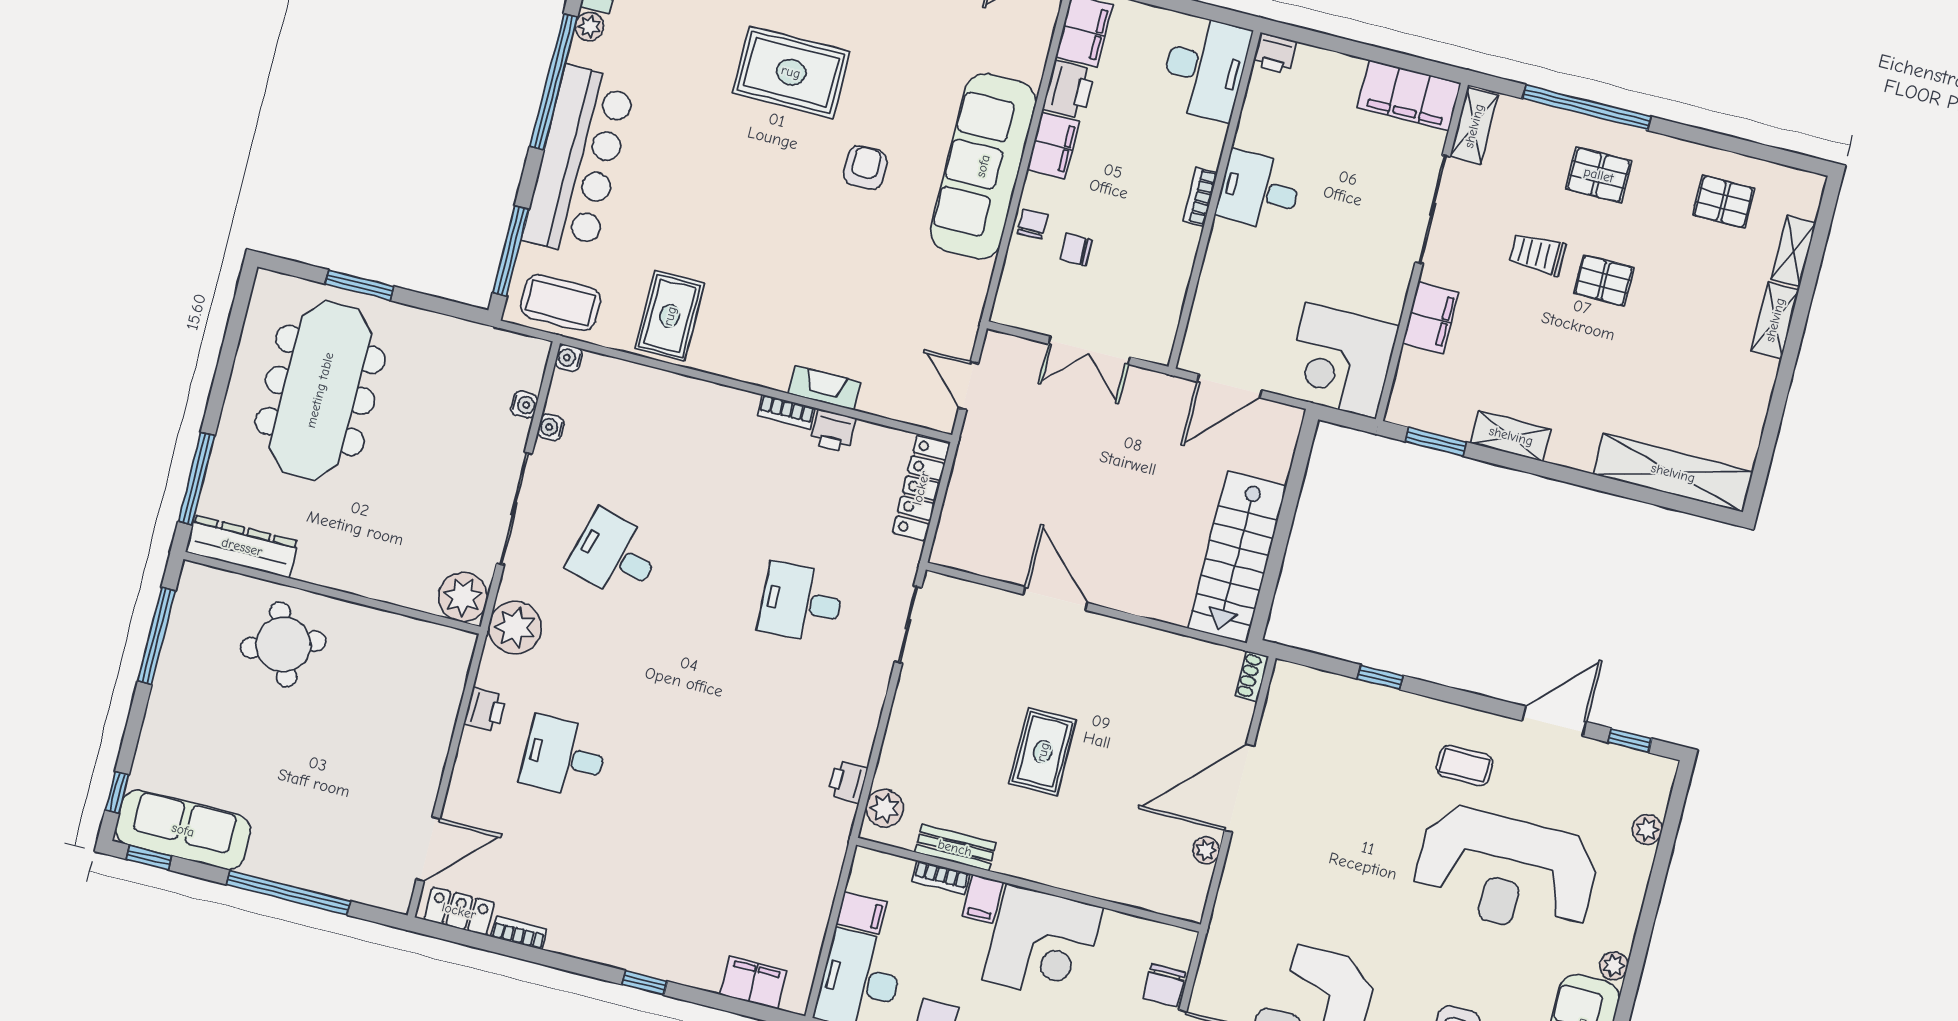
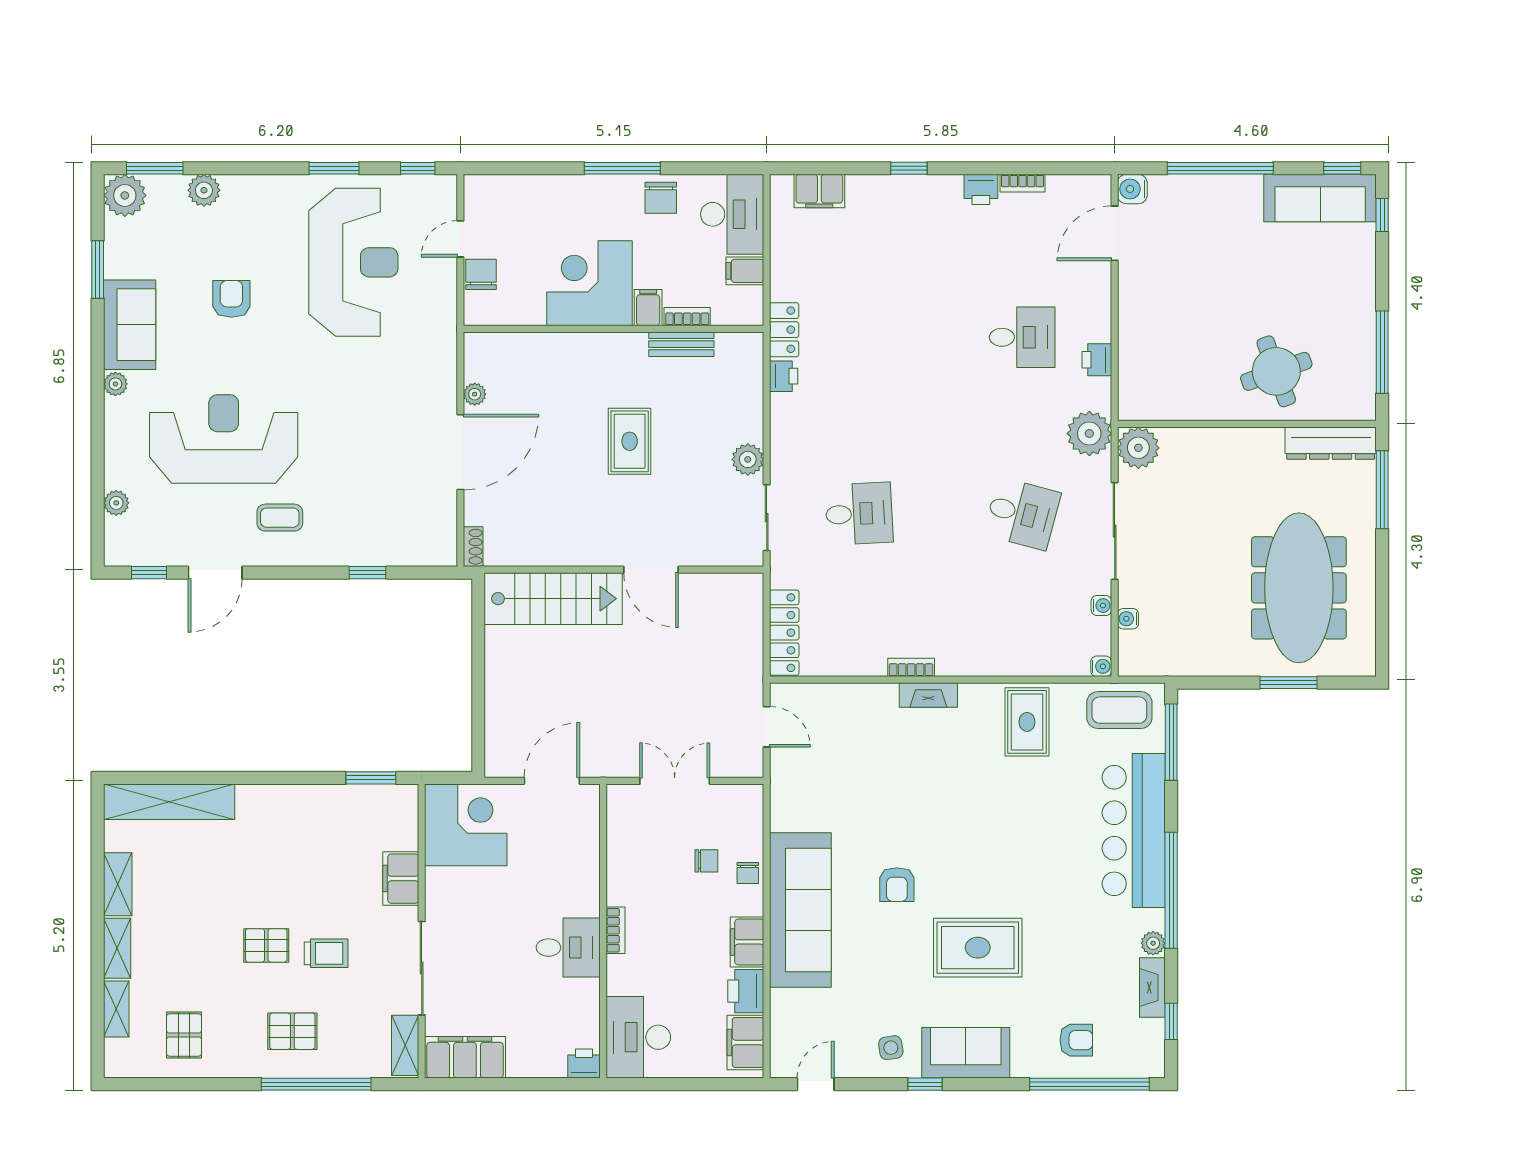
pallet: (1724, 202) -> (184, 1035), turned 90
fireplace: (825, 388) -> (928, 695), moved
printer: (833, 431) -> (981, 189), moved, turned 180
shelving: (1511, 436) -> (118, 884), moved, turned 90
stairs: (1237, 557) -> (553, 599), moved, turned 90
plant: (885, 808) -> (748, 459), moved
water cooler: (395, 894) -> (1132, 189), added
locker: (459, 911) -> (784, 330), moved, turned -90

